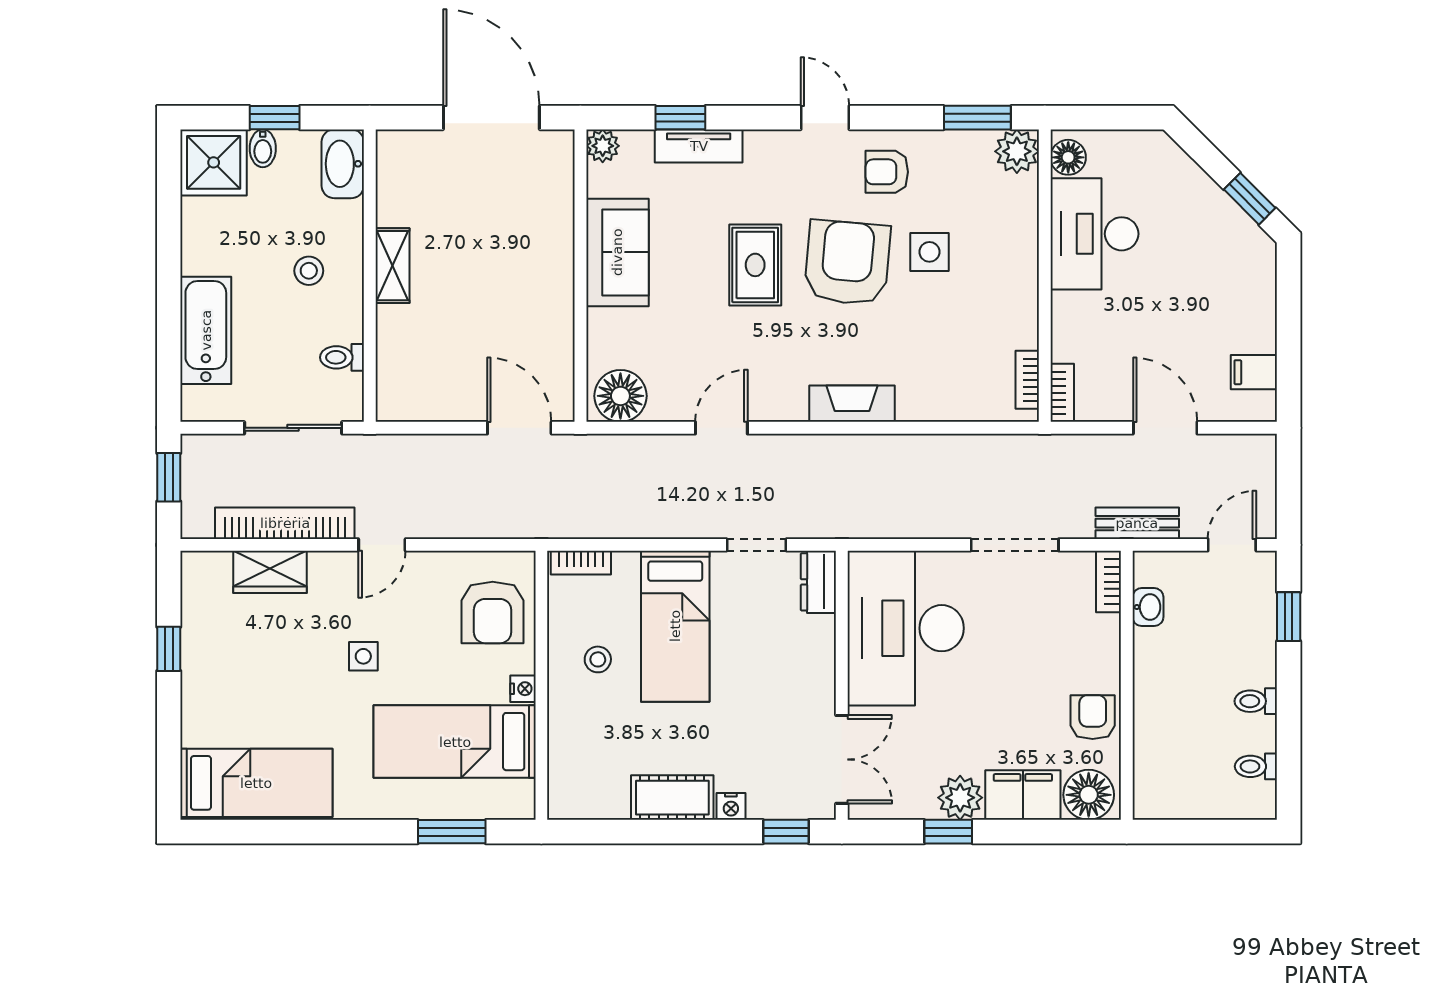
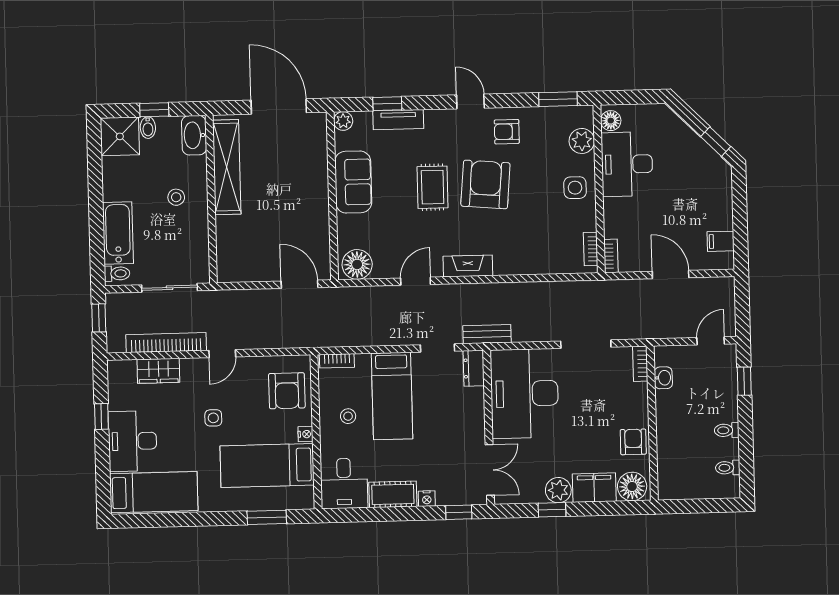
plant: (1017, 151) -> (582, 141), moved
side table: (929, 252) -> (575, 188), moved
shelving: (392, 266) -> (227, 167), width x2.20, depth x1.33
toilet: (342, 357) -> (117, 273), moved, turned 180
fireplace: (852, 404) -> (468, 266), moved
bench: (1137, 523) -> (487, 334), moved
desk: (222, 693) -> (133, 441), added
desk: (588, 776) -> (344, 484), added

